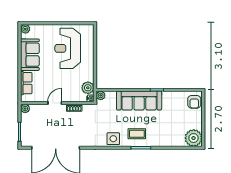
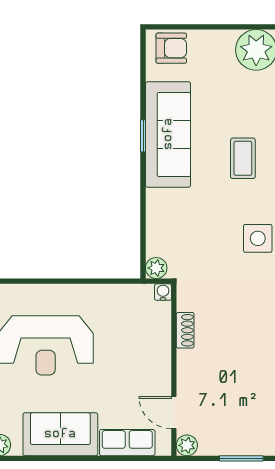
plant: (88, 88) -> (138, 298), removed
sofa: (139, 101) -> (168, 134), moved
door: (55, 103) -> (174, 413), moved
coffee table: (137, 134) -> (243, 158), moved

